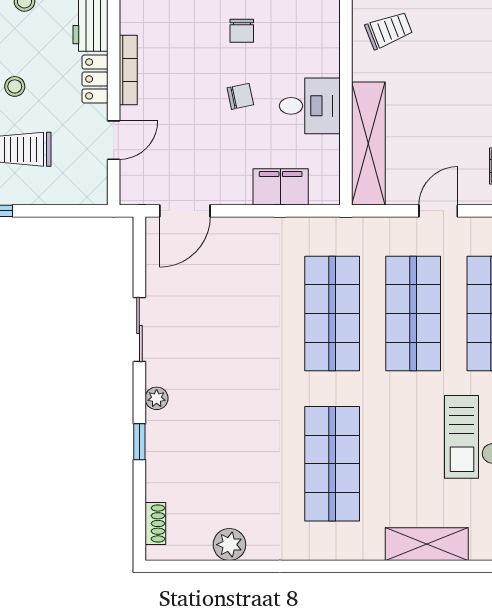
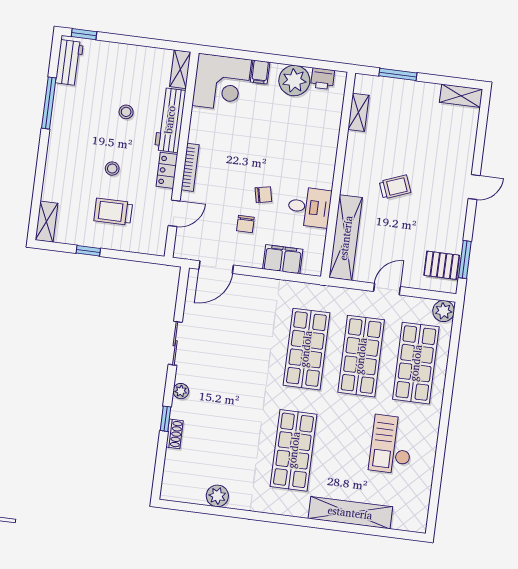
trolley: (389, 30) -> (395, 187), moved
chair: (242, 31) -> (245, 224), moved
shoe rack: (155, 523) -> (175, 434), moved
shelving: (427, 544) -> (350, 513), width x1.47

